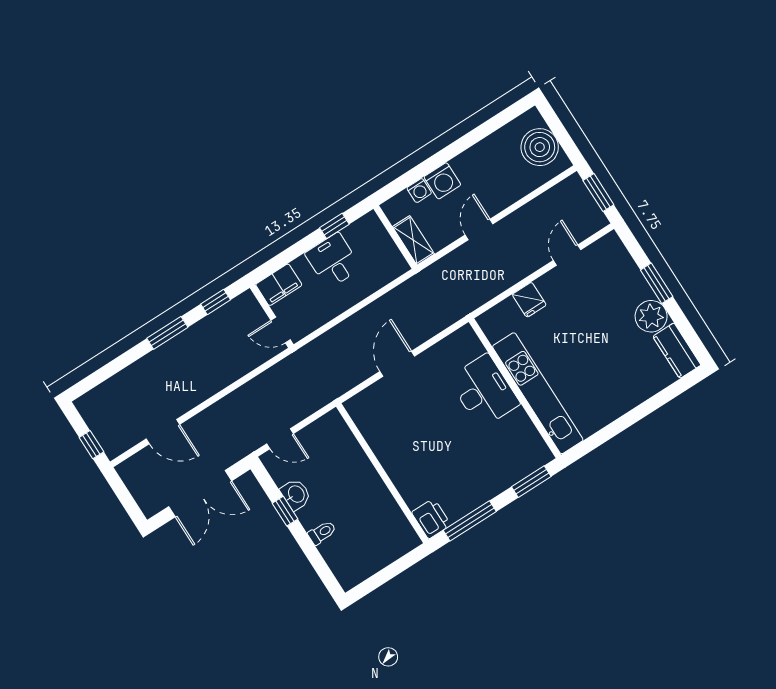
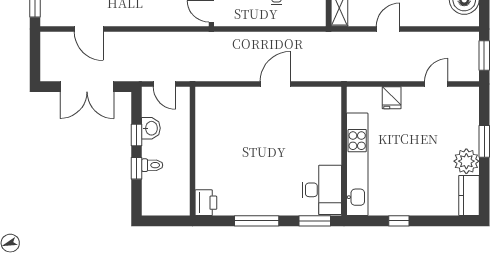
desk: (484, 391) -> (322, 190), moved
window: (620, 425) -> (399, 221), added
wall: (382, 473) -> (192, 151), moved
printer: (431, 519) -> (206, 203), moved
window: (307, 546) -> (137, 168), added

